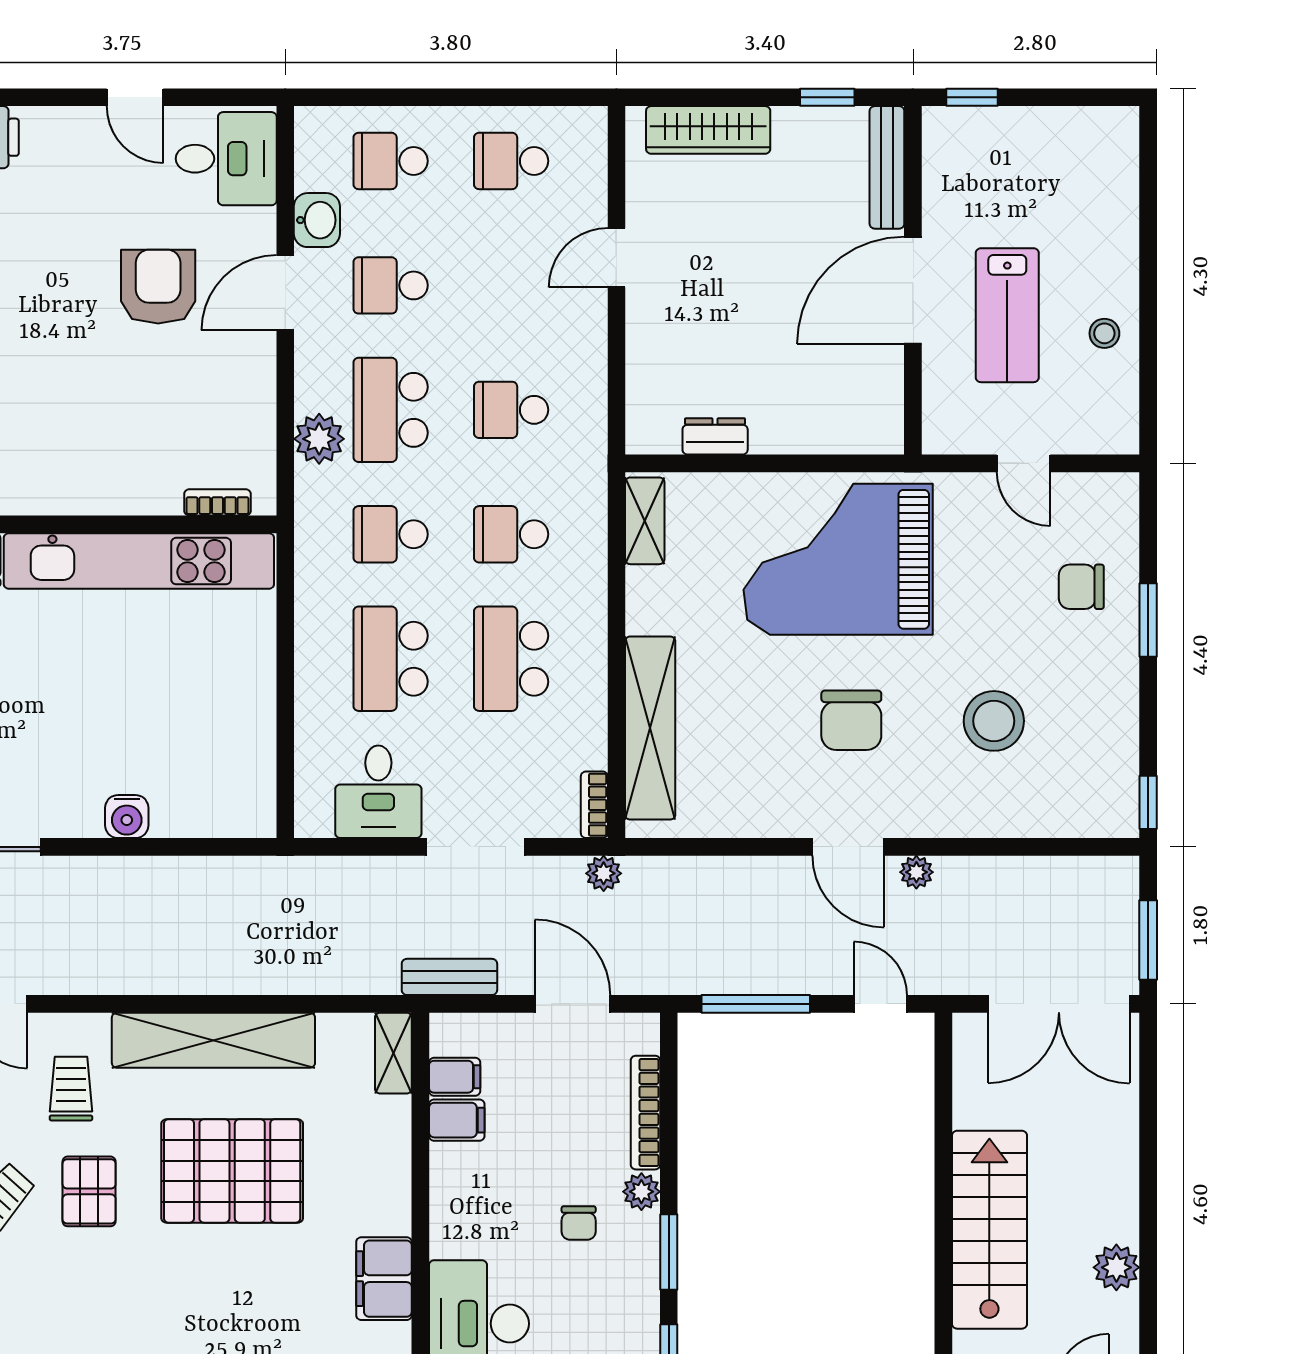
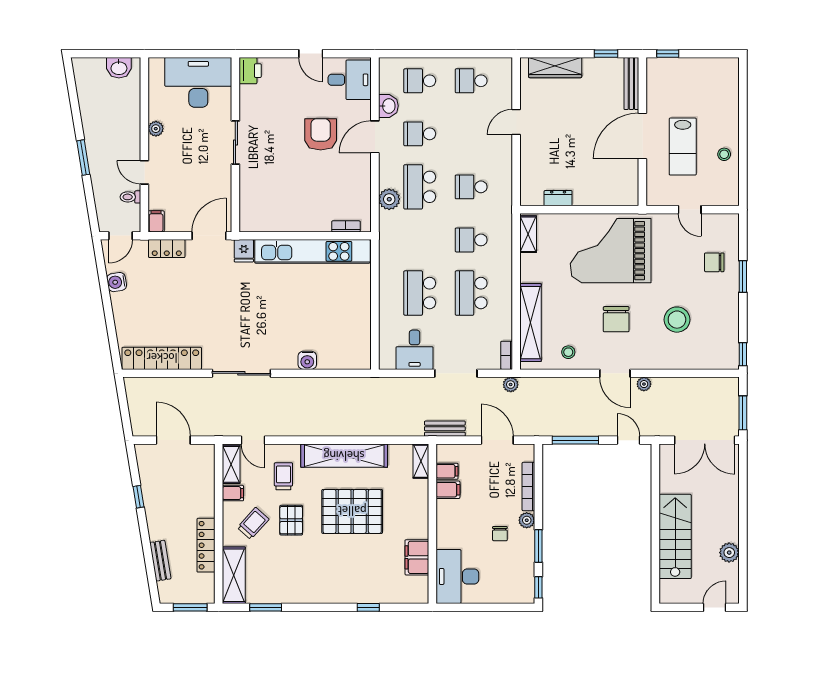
school desk: (391, 534) -> (420, 240), removed
stool: (739, 797) -> (568, 352), added

